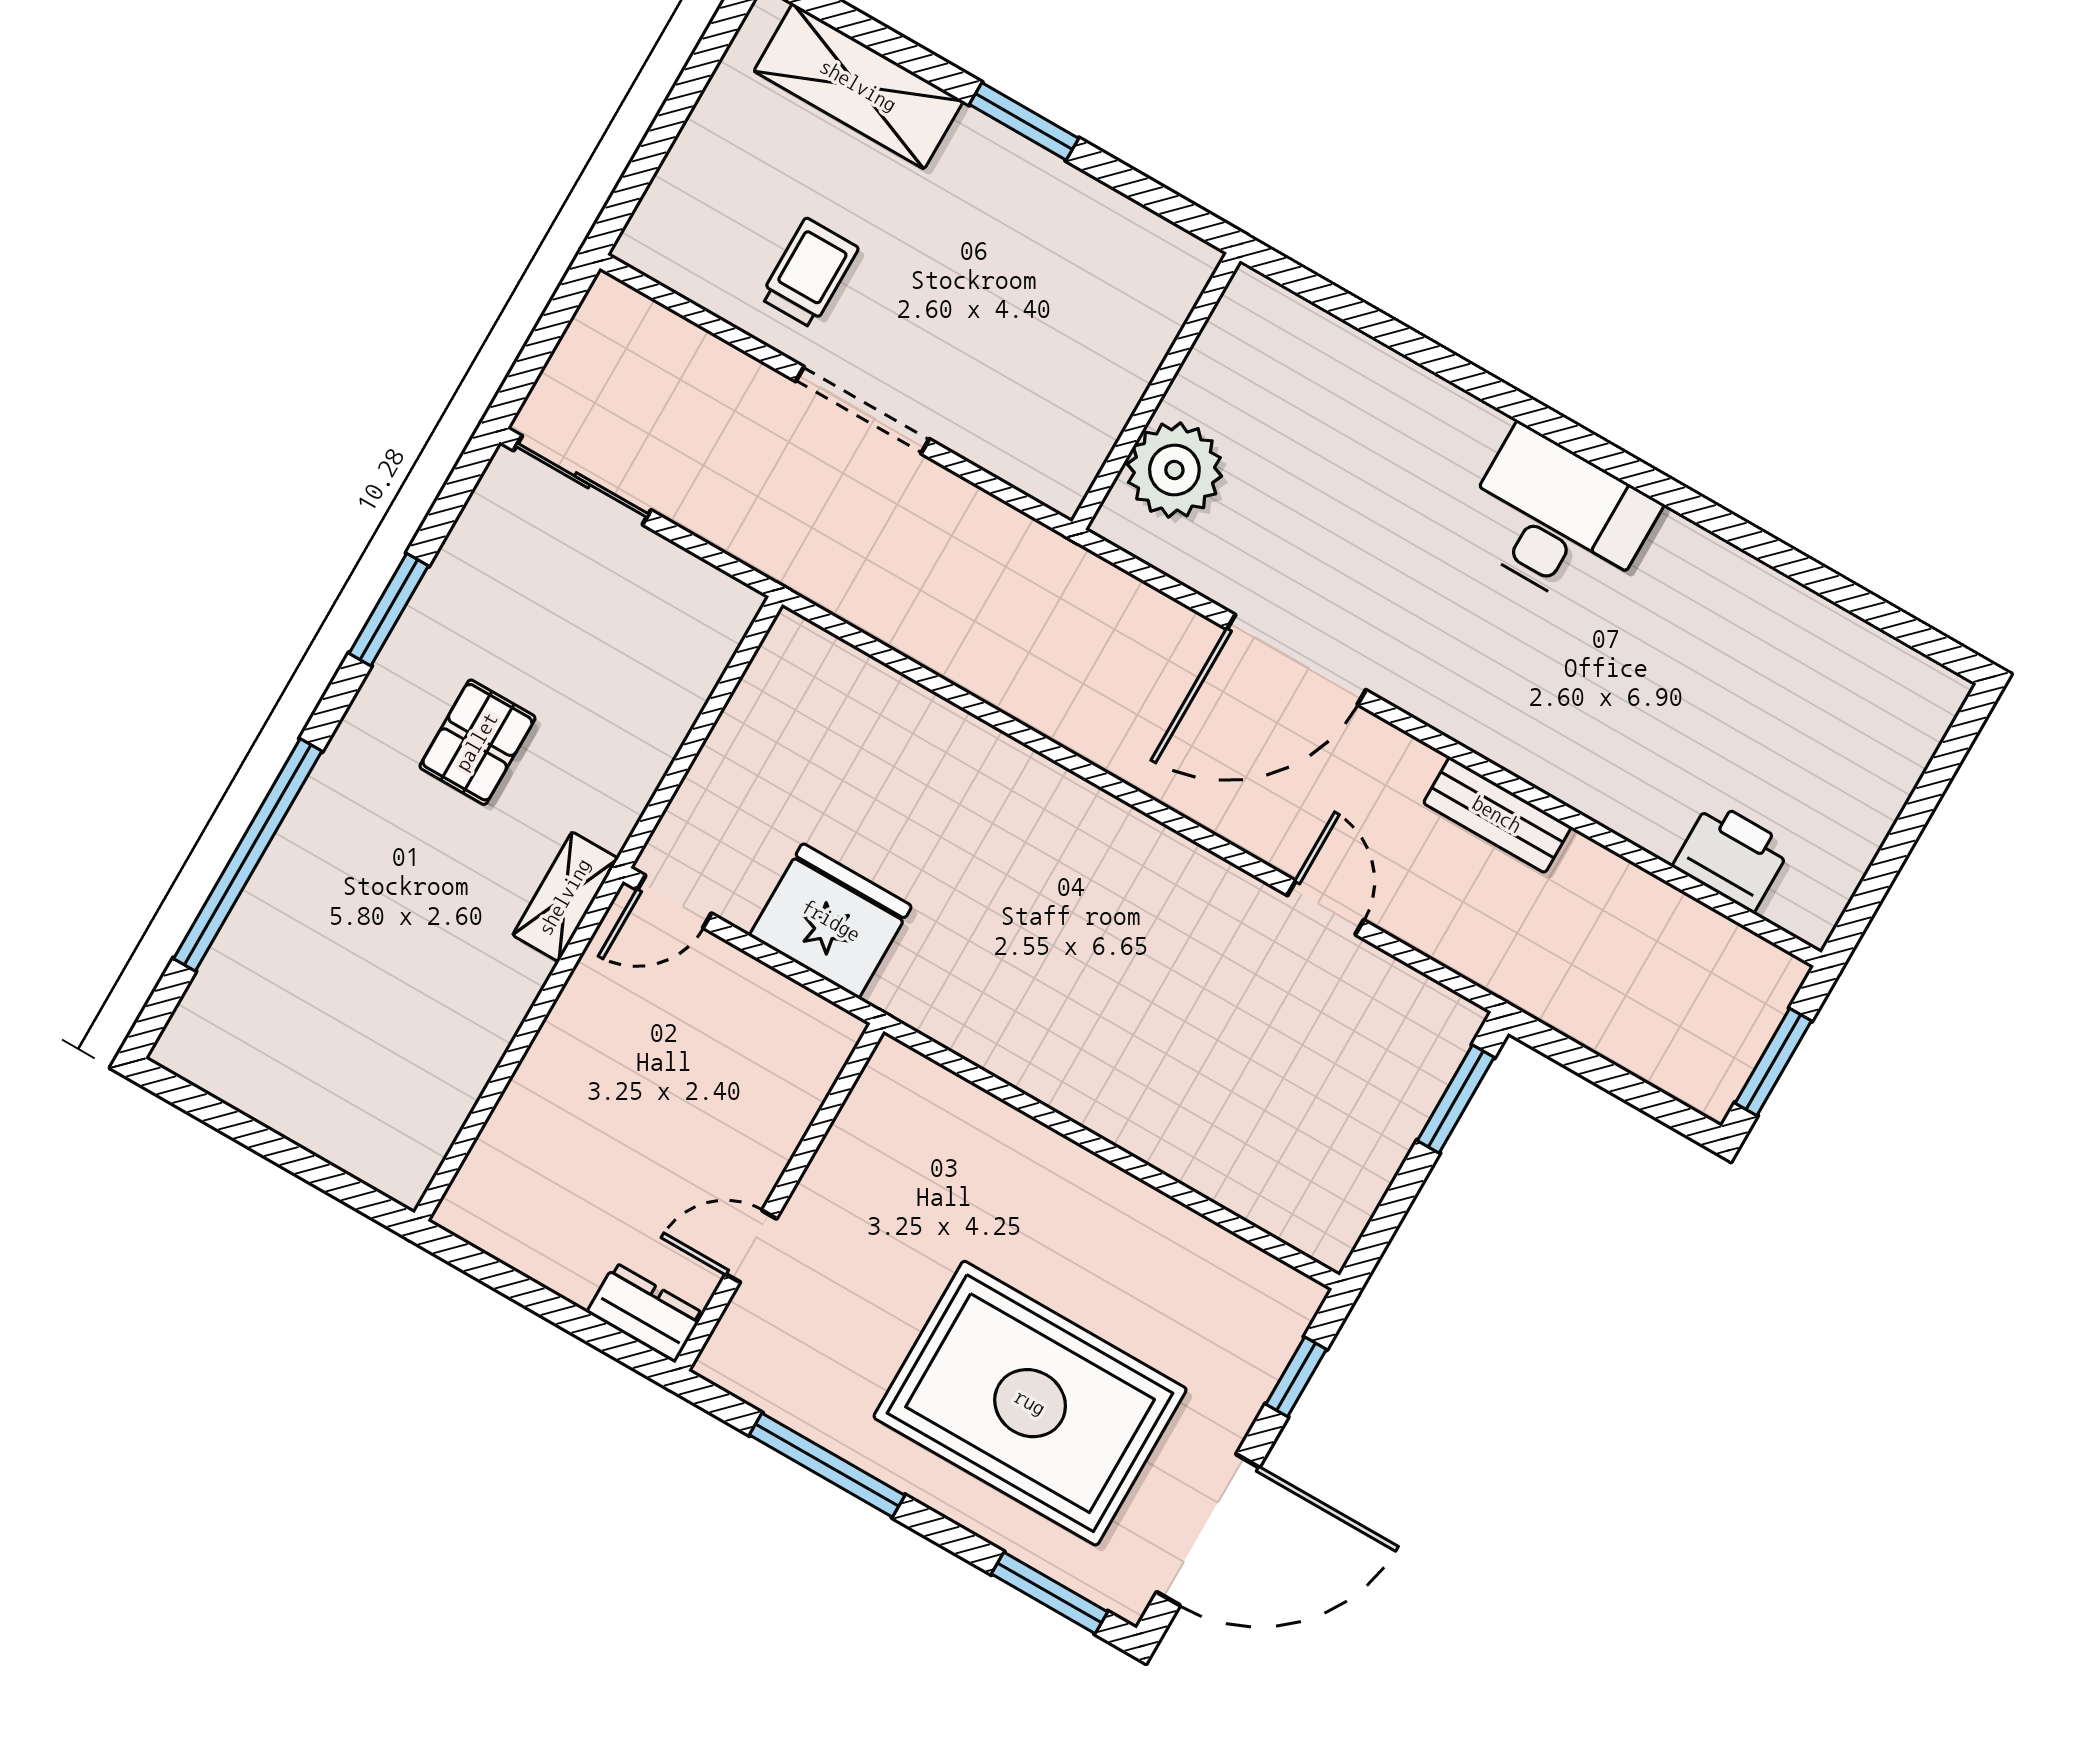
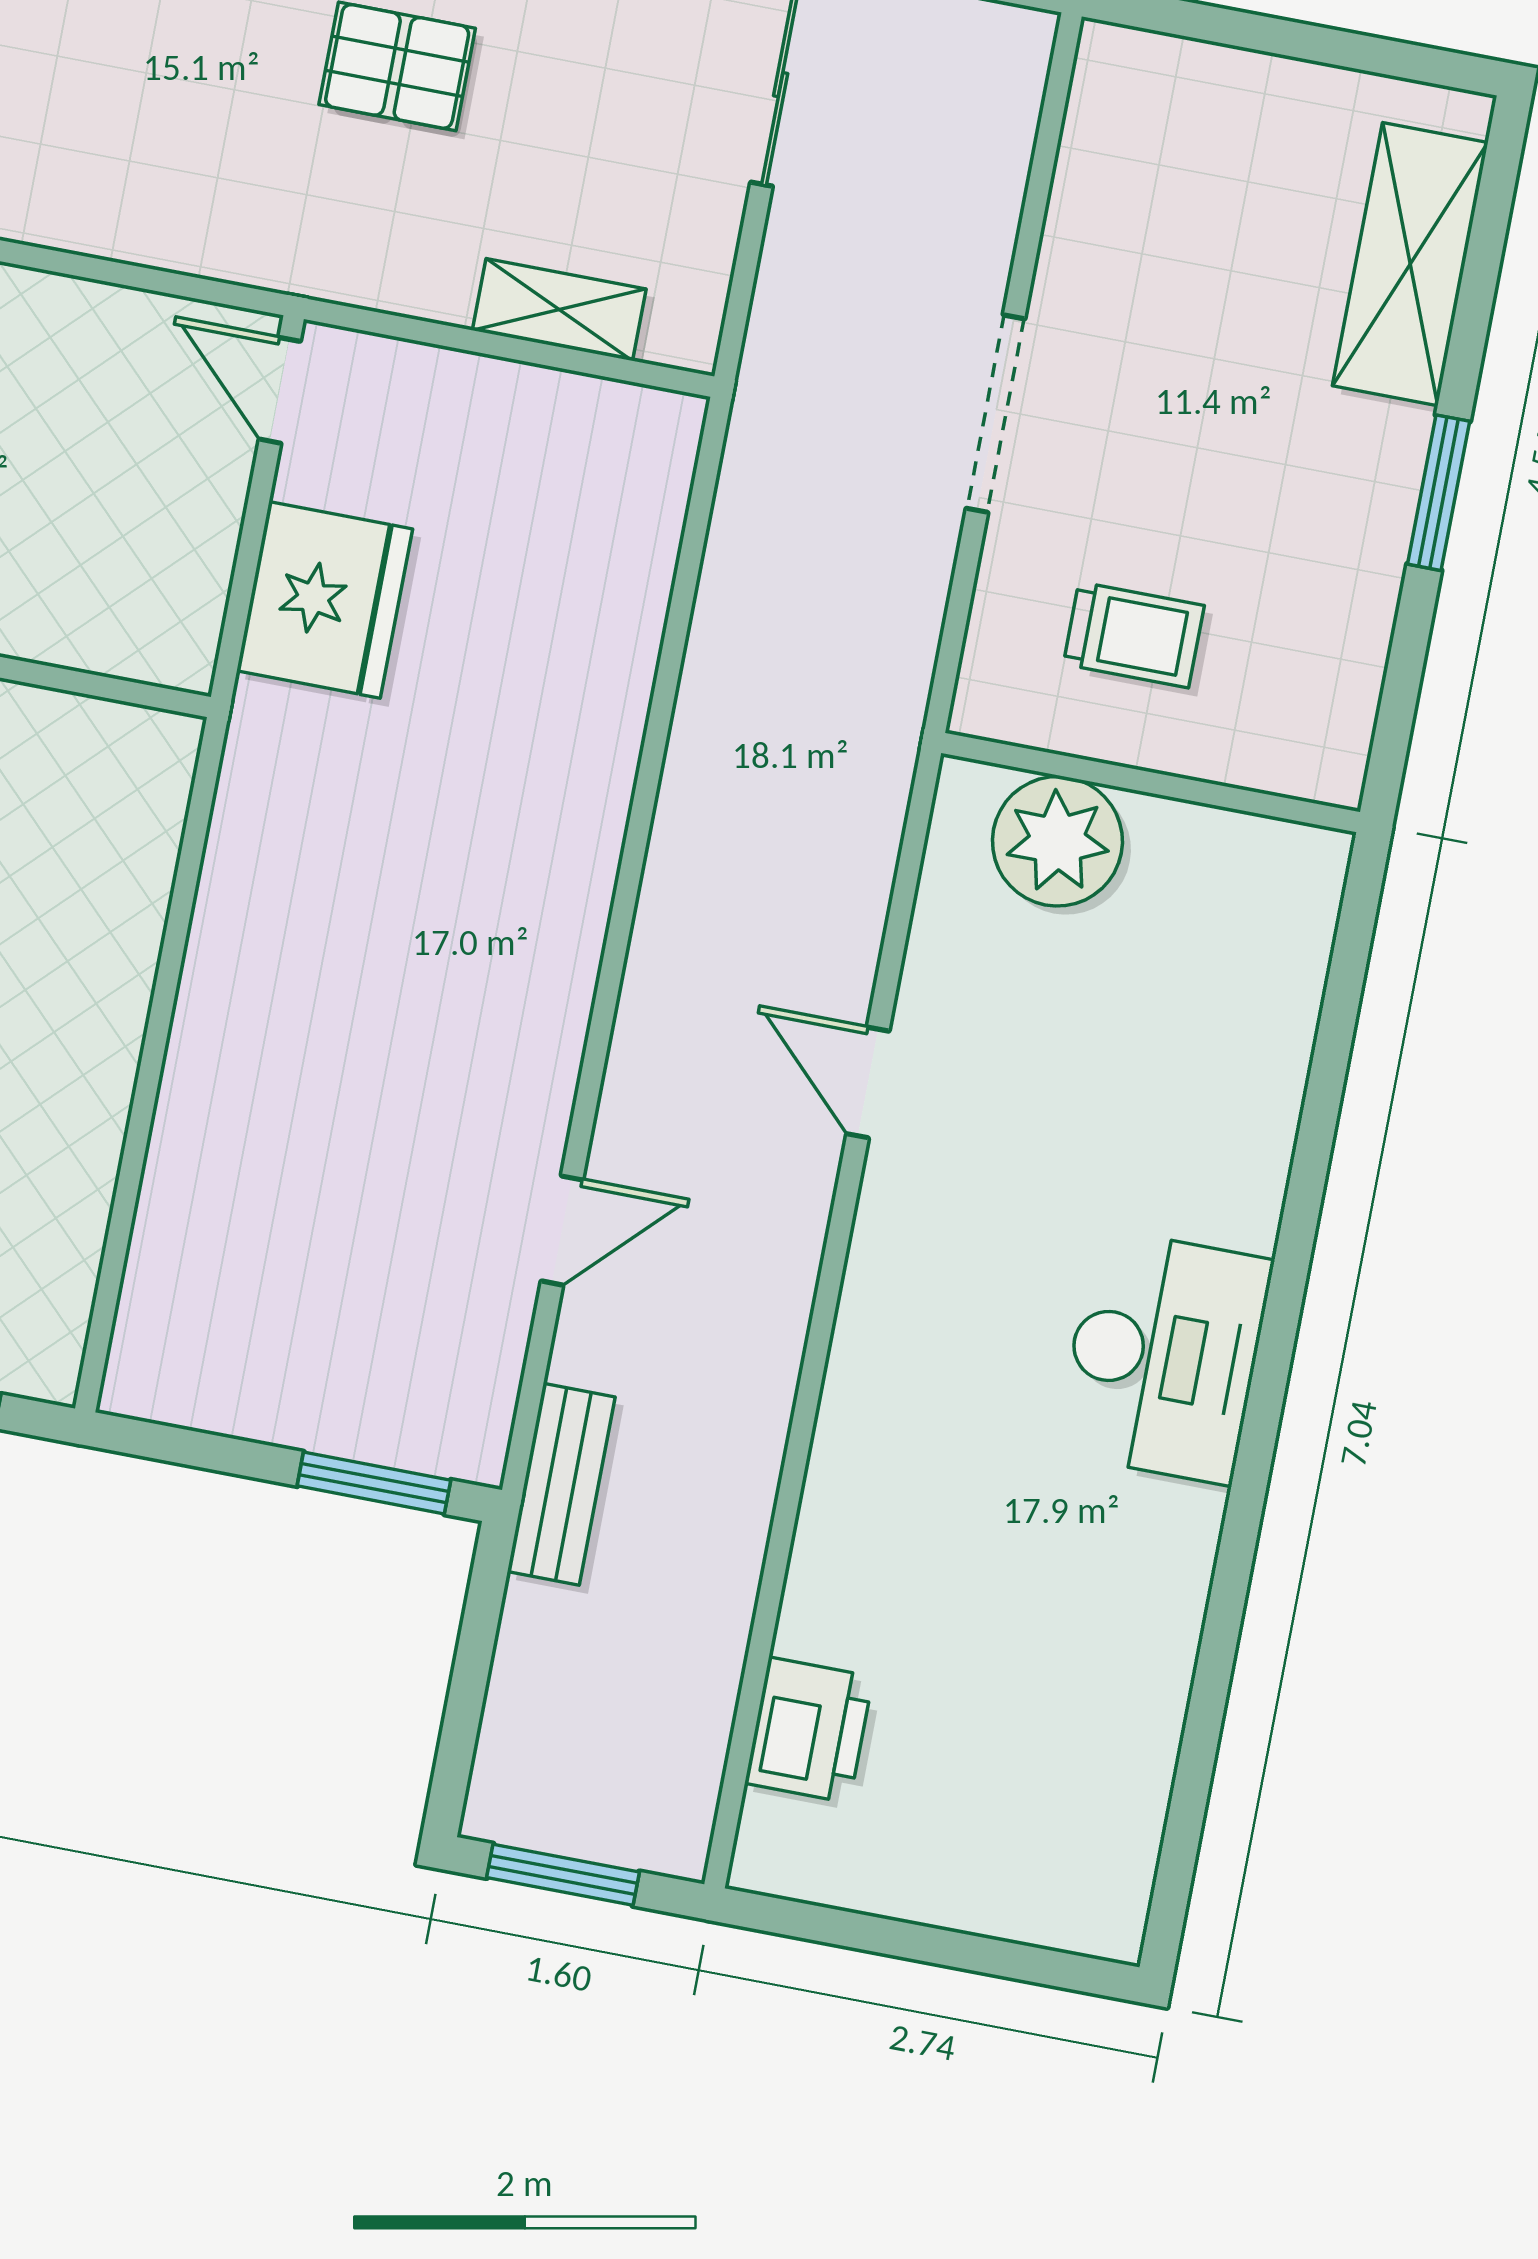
trolley: (809, 273) -> (1134, 635), moved
door: (1296, 660) -> (868, 1082), width x0.53
bench: (1497, 815) -> (561, 1484), moved
shelving: (565, 897) -> (559, 310), moved

